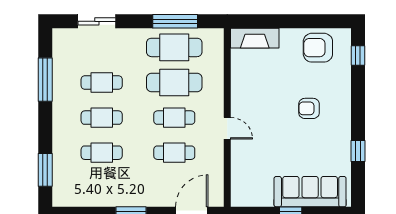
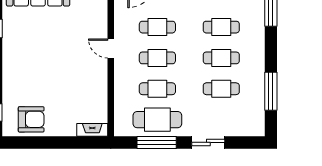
sliding door: (97, 21) -> (208, 142), moved
fireplace: (255, 38) -> (92, 130), width x0.73, depth x0.76
cafe table: (174, 82) -> (157, 89), width x0.73, depth x0.74
armchair: (309, 108) -> (39, 66), removed

